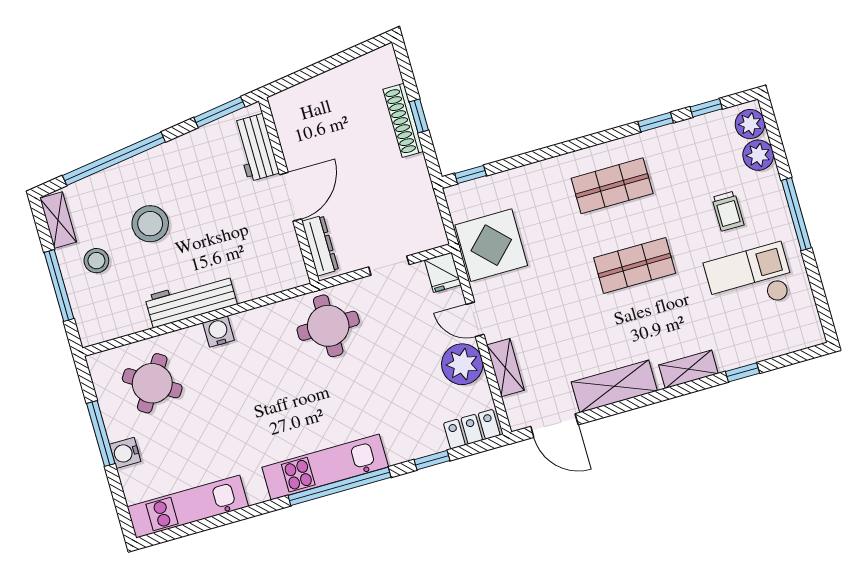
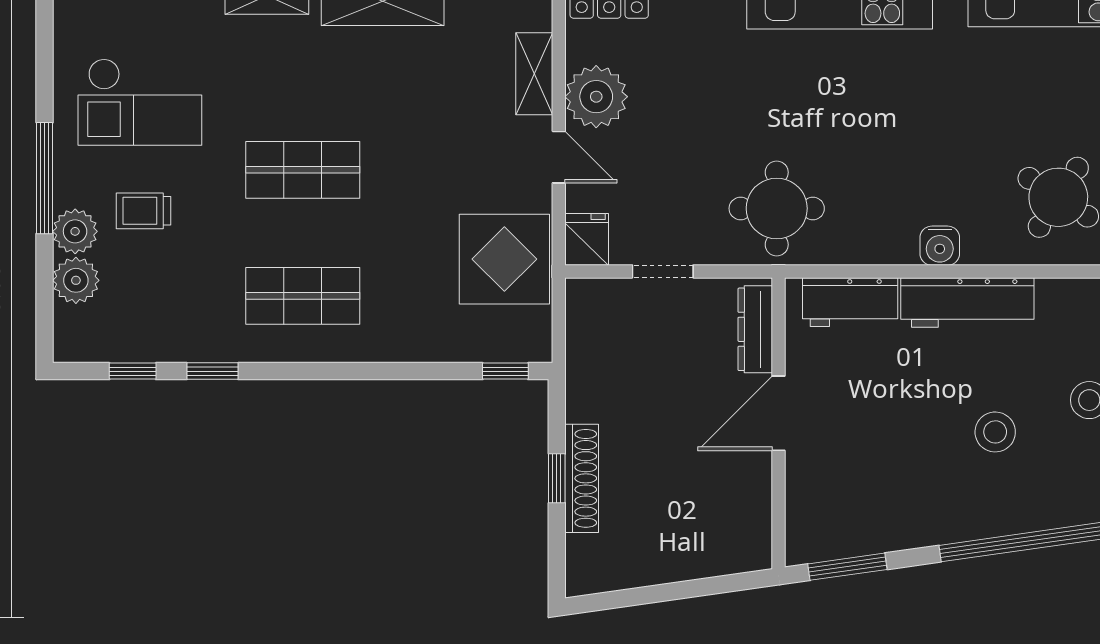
plant: (750, 124) -> (75, 231), moved
workbench: (256, 148) -> (850, 302), moved, turned 90
trolley: (728, 211) -> (144, 211), turned -90
stool: (150, 224) -> (995, 432), width x0.73, depth x0.73

